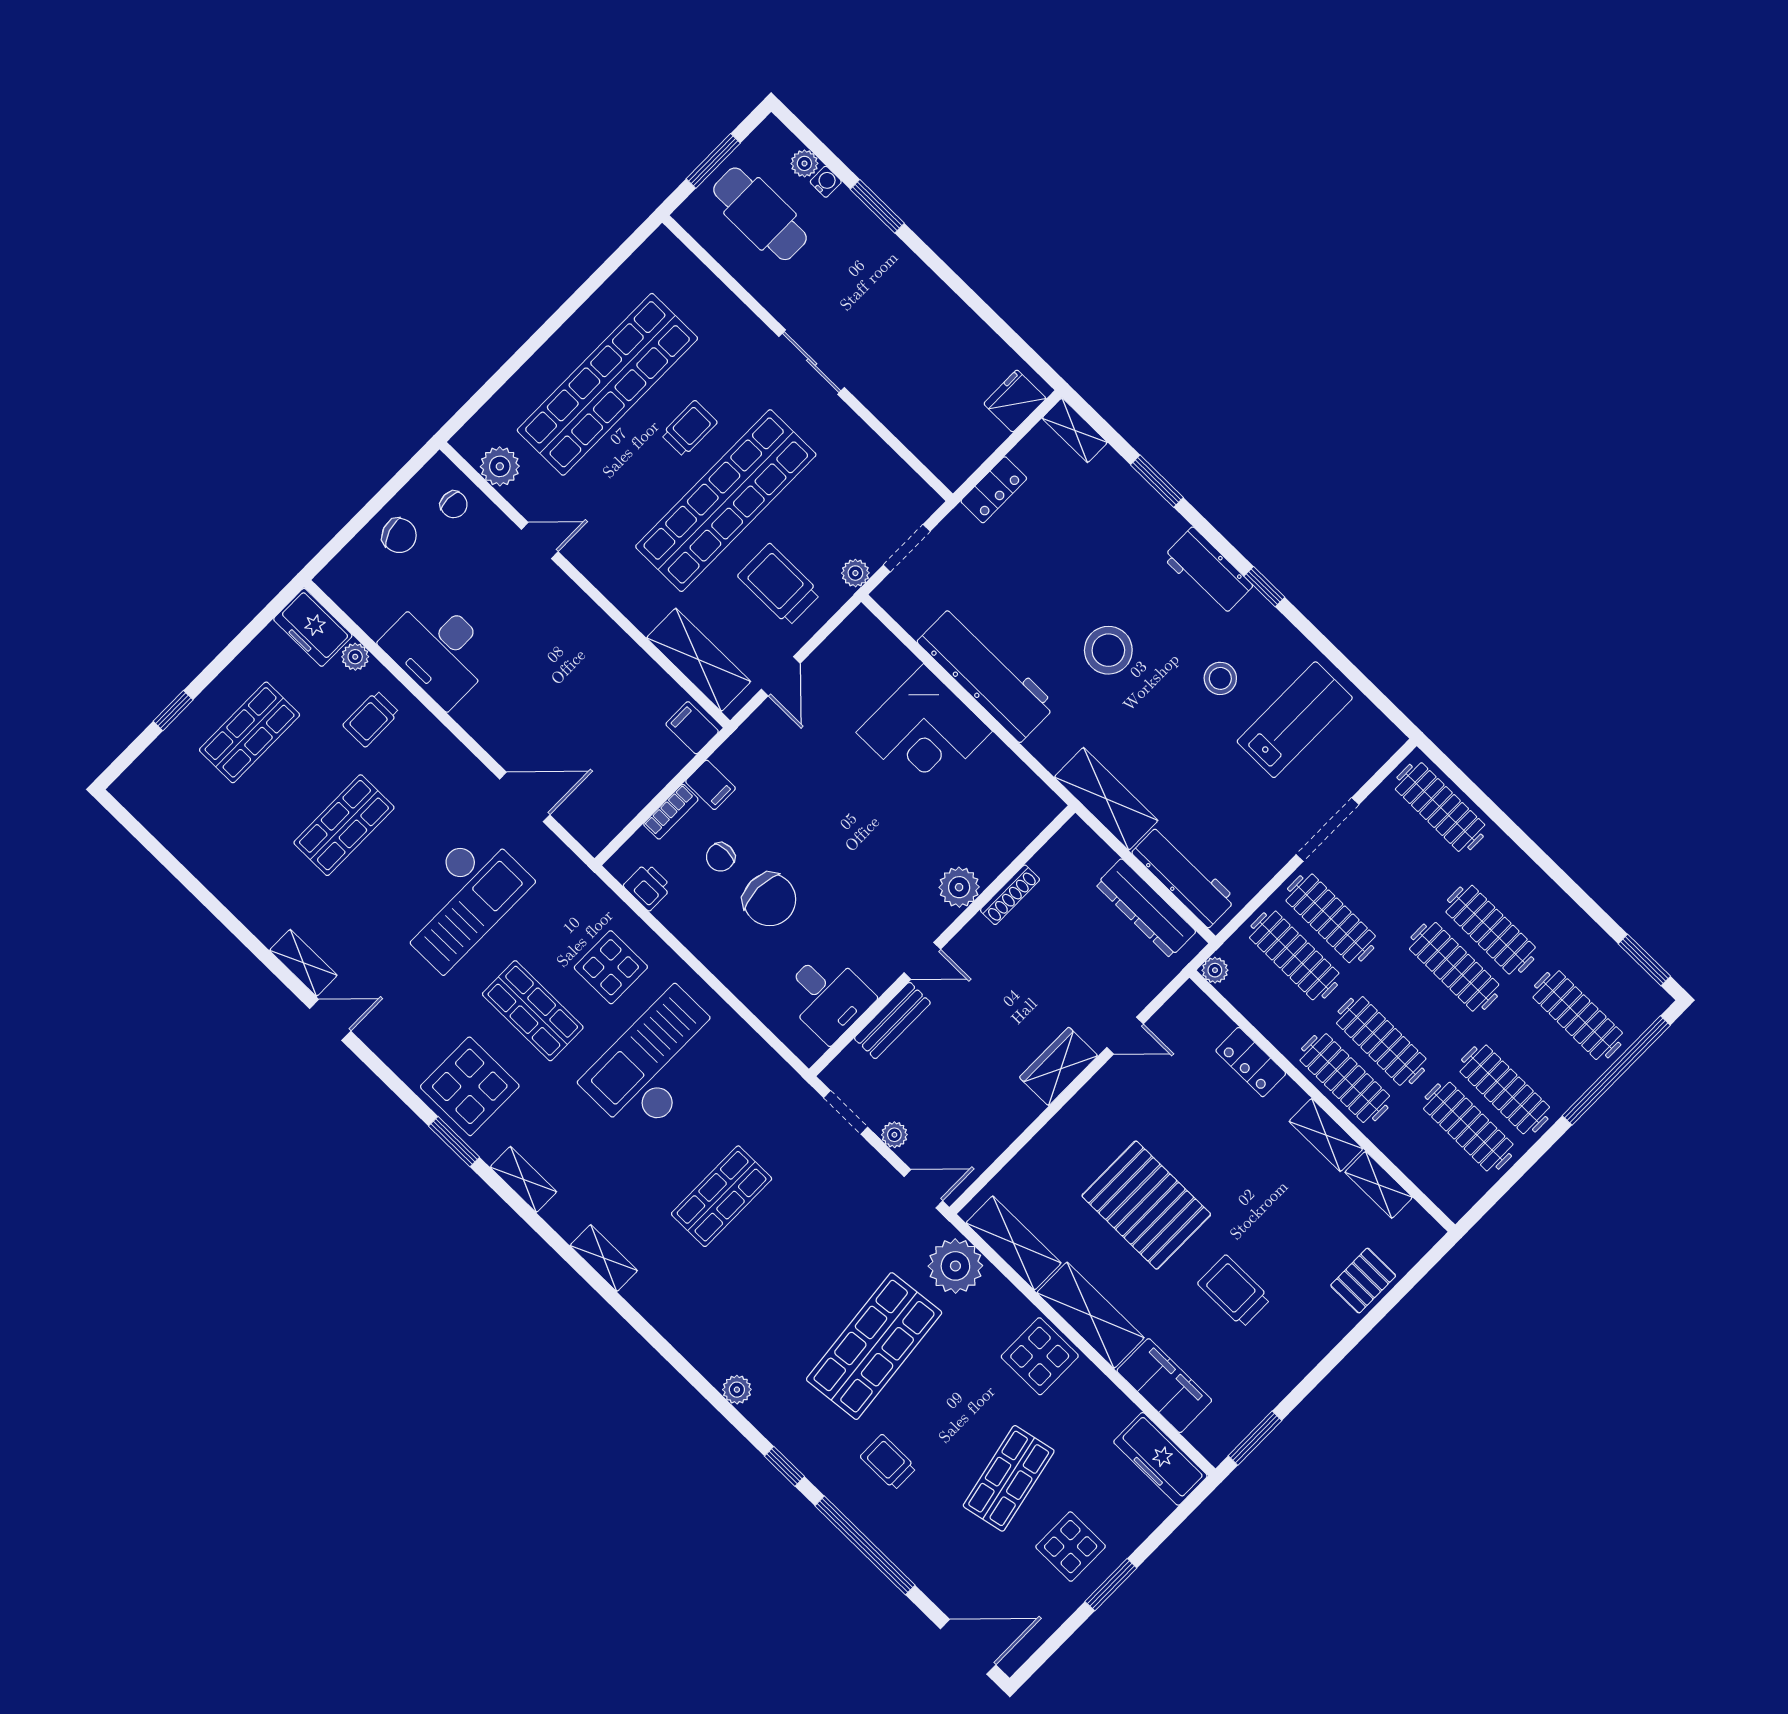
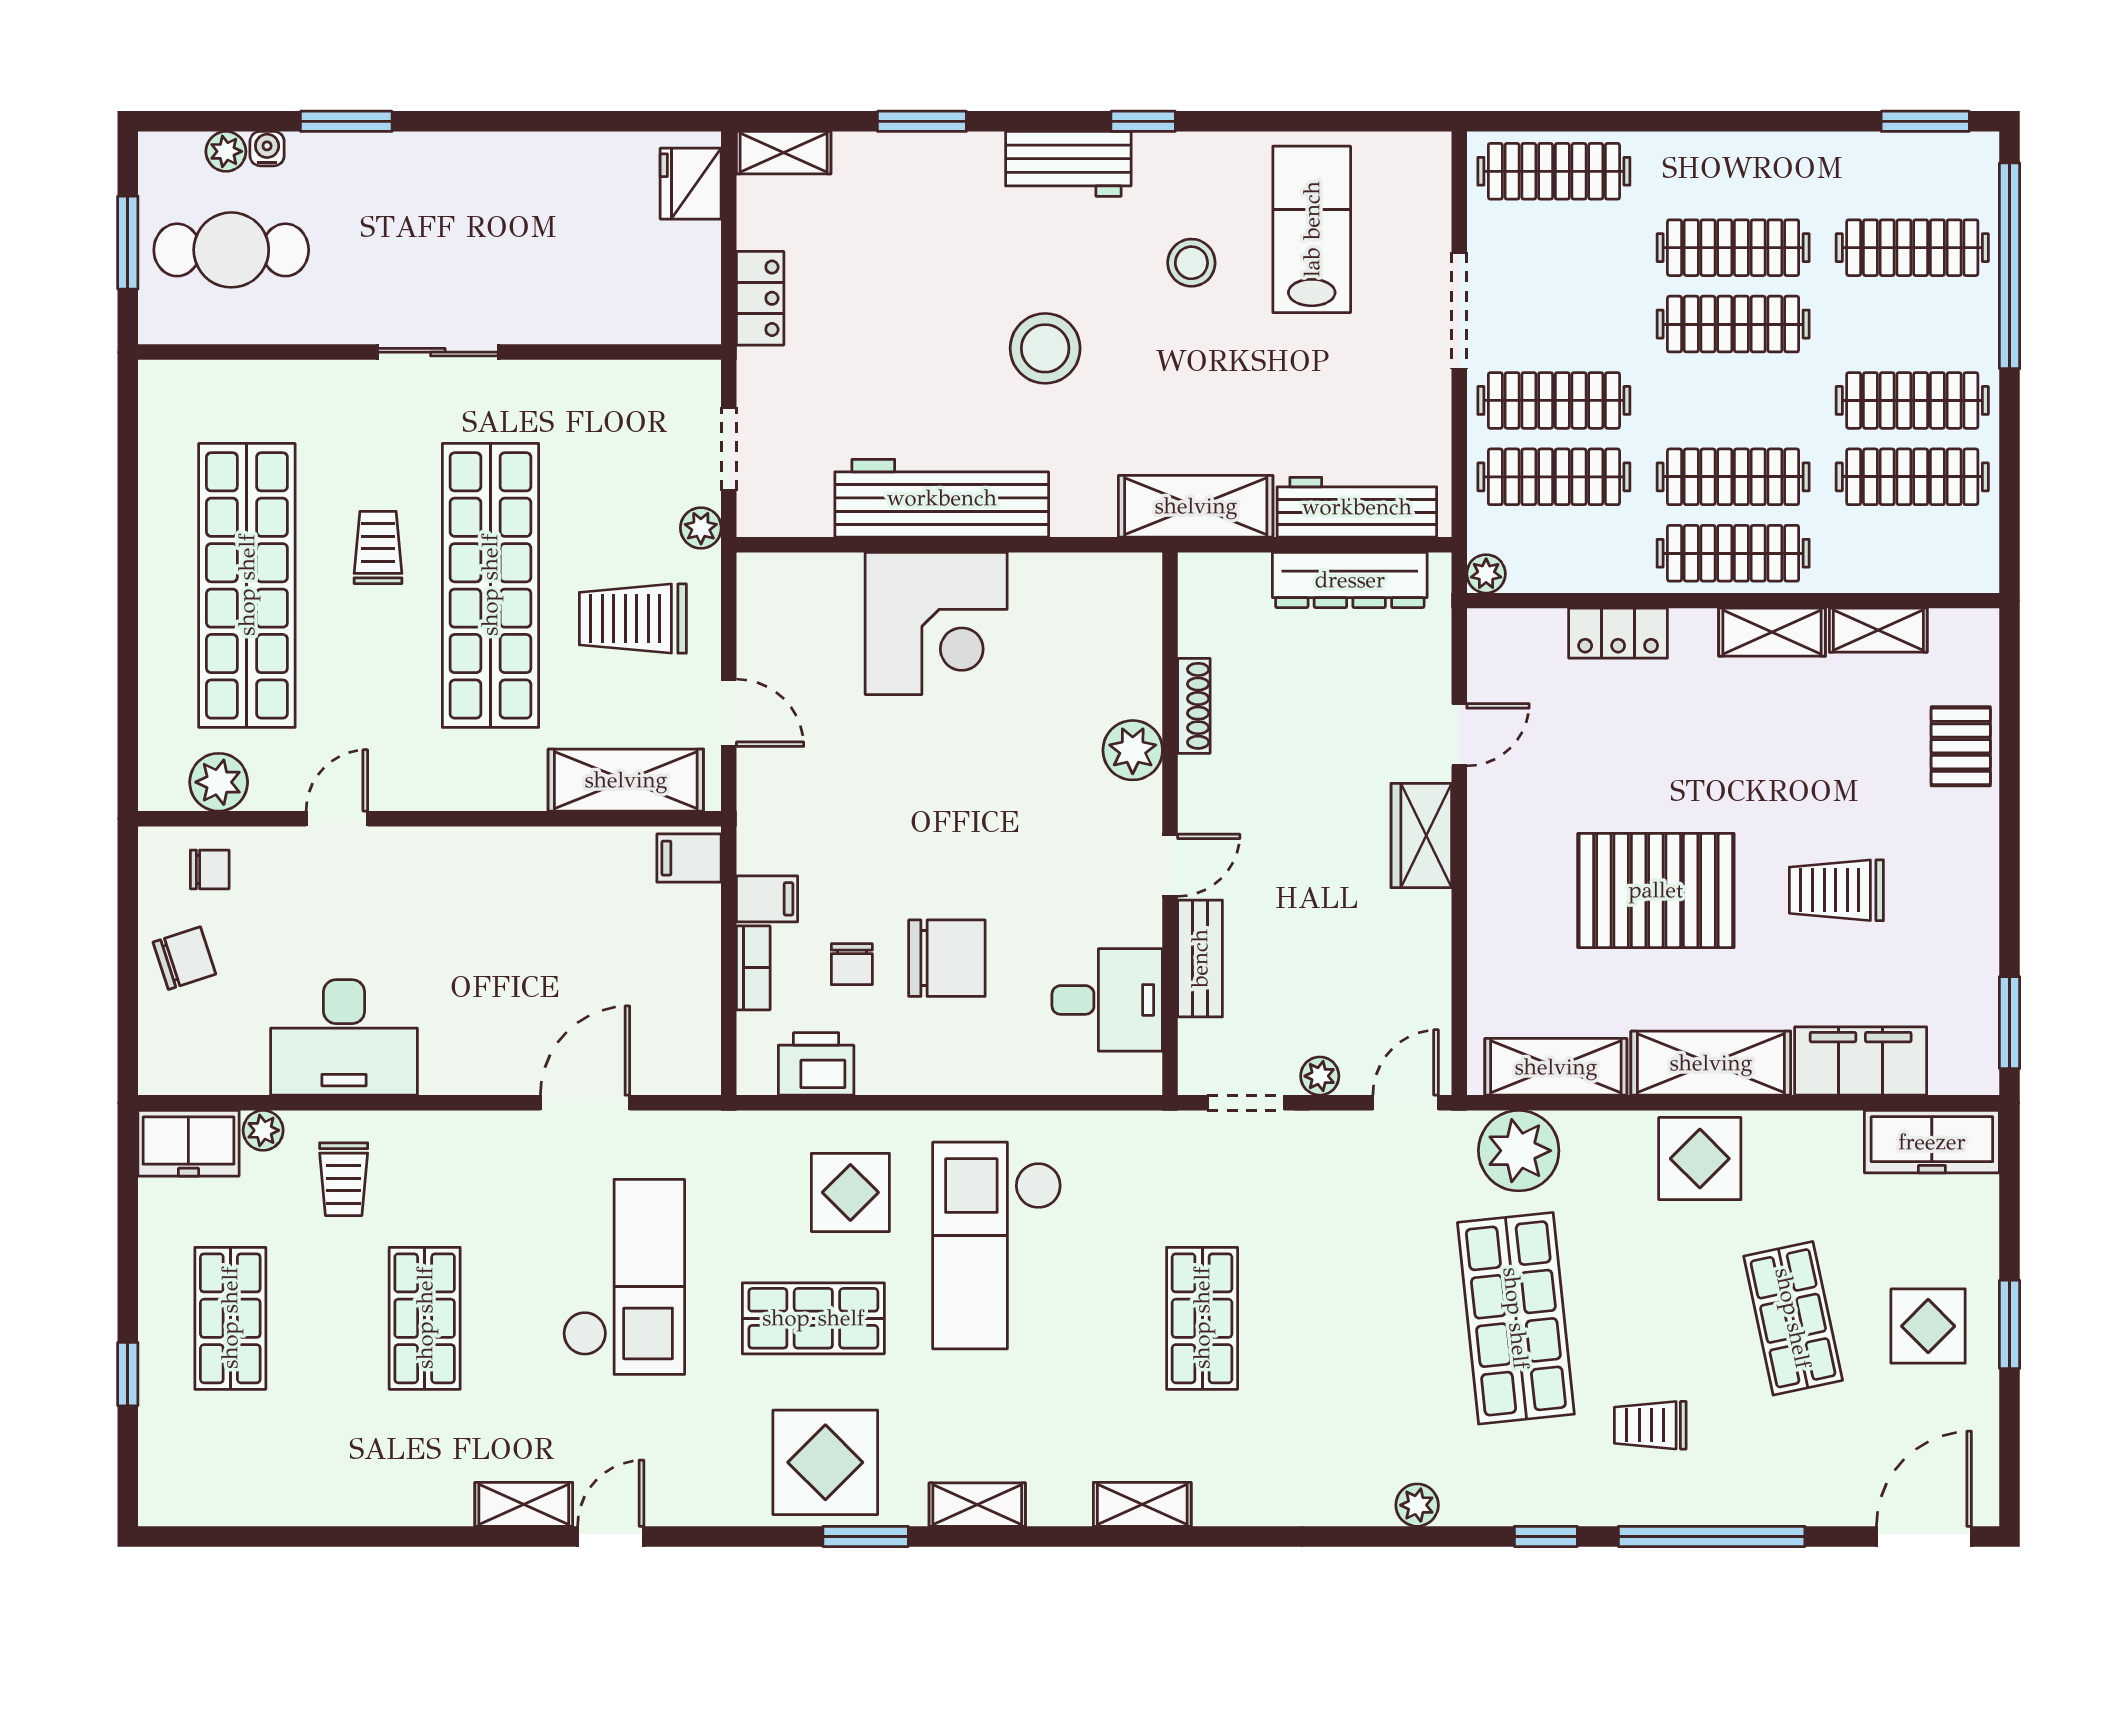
printer: (648, 887) -> (816, 1064), width x1.36, depth x1.24

